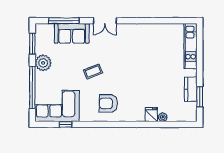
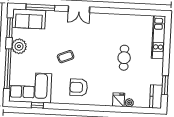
sofa: (72, 33) -> (29, 19), moved
cafe table: (155, 70) -> (124, 58), added
kitchen counter: (191, 89) -> (156, 97), moved

